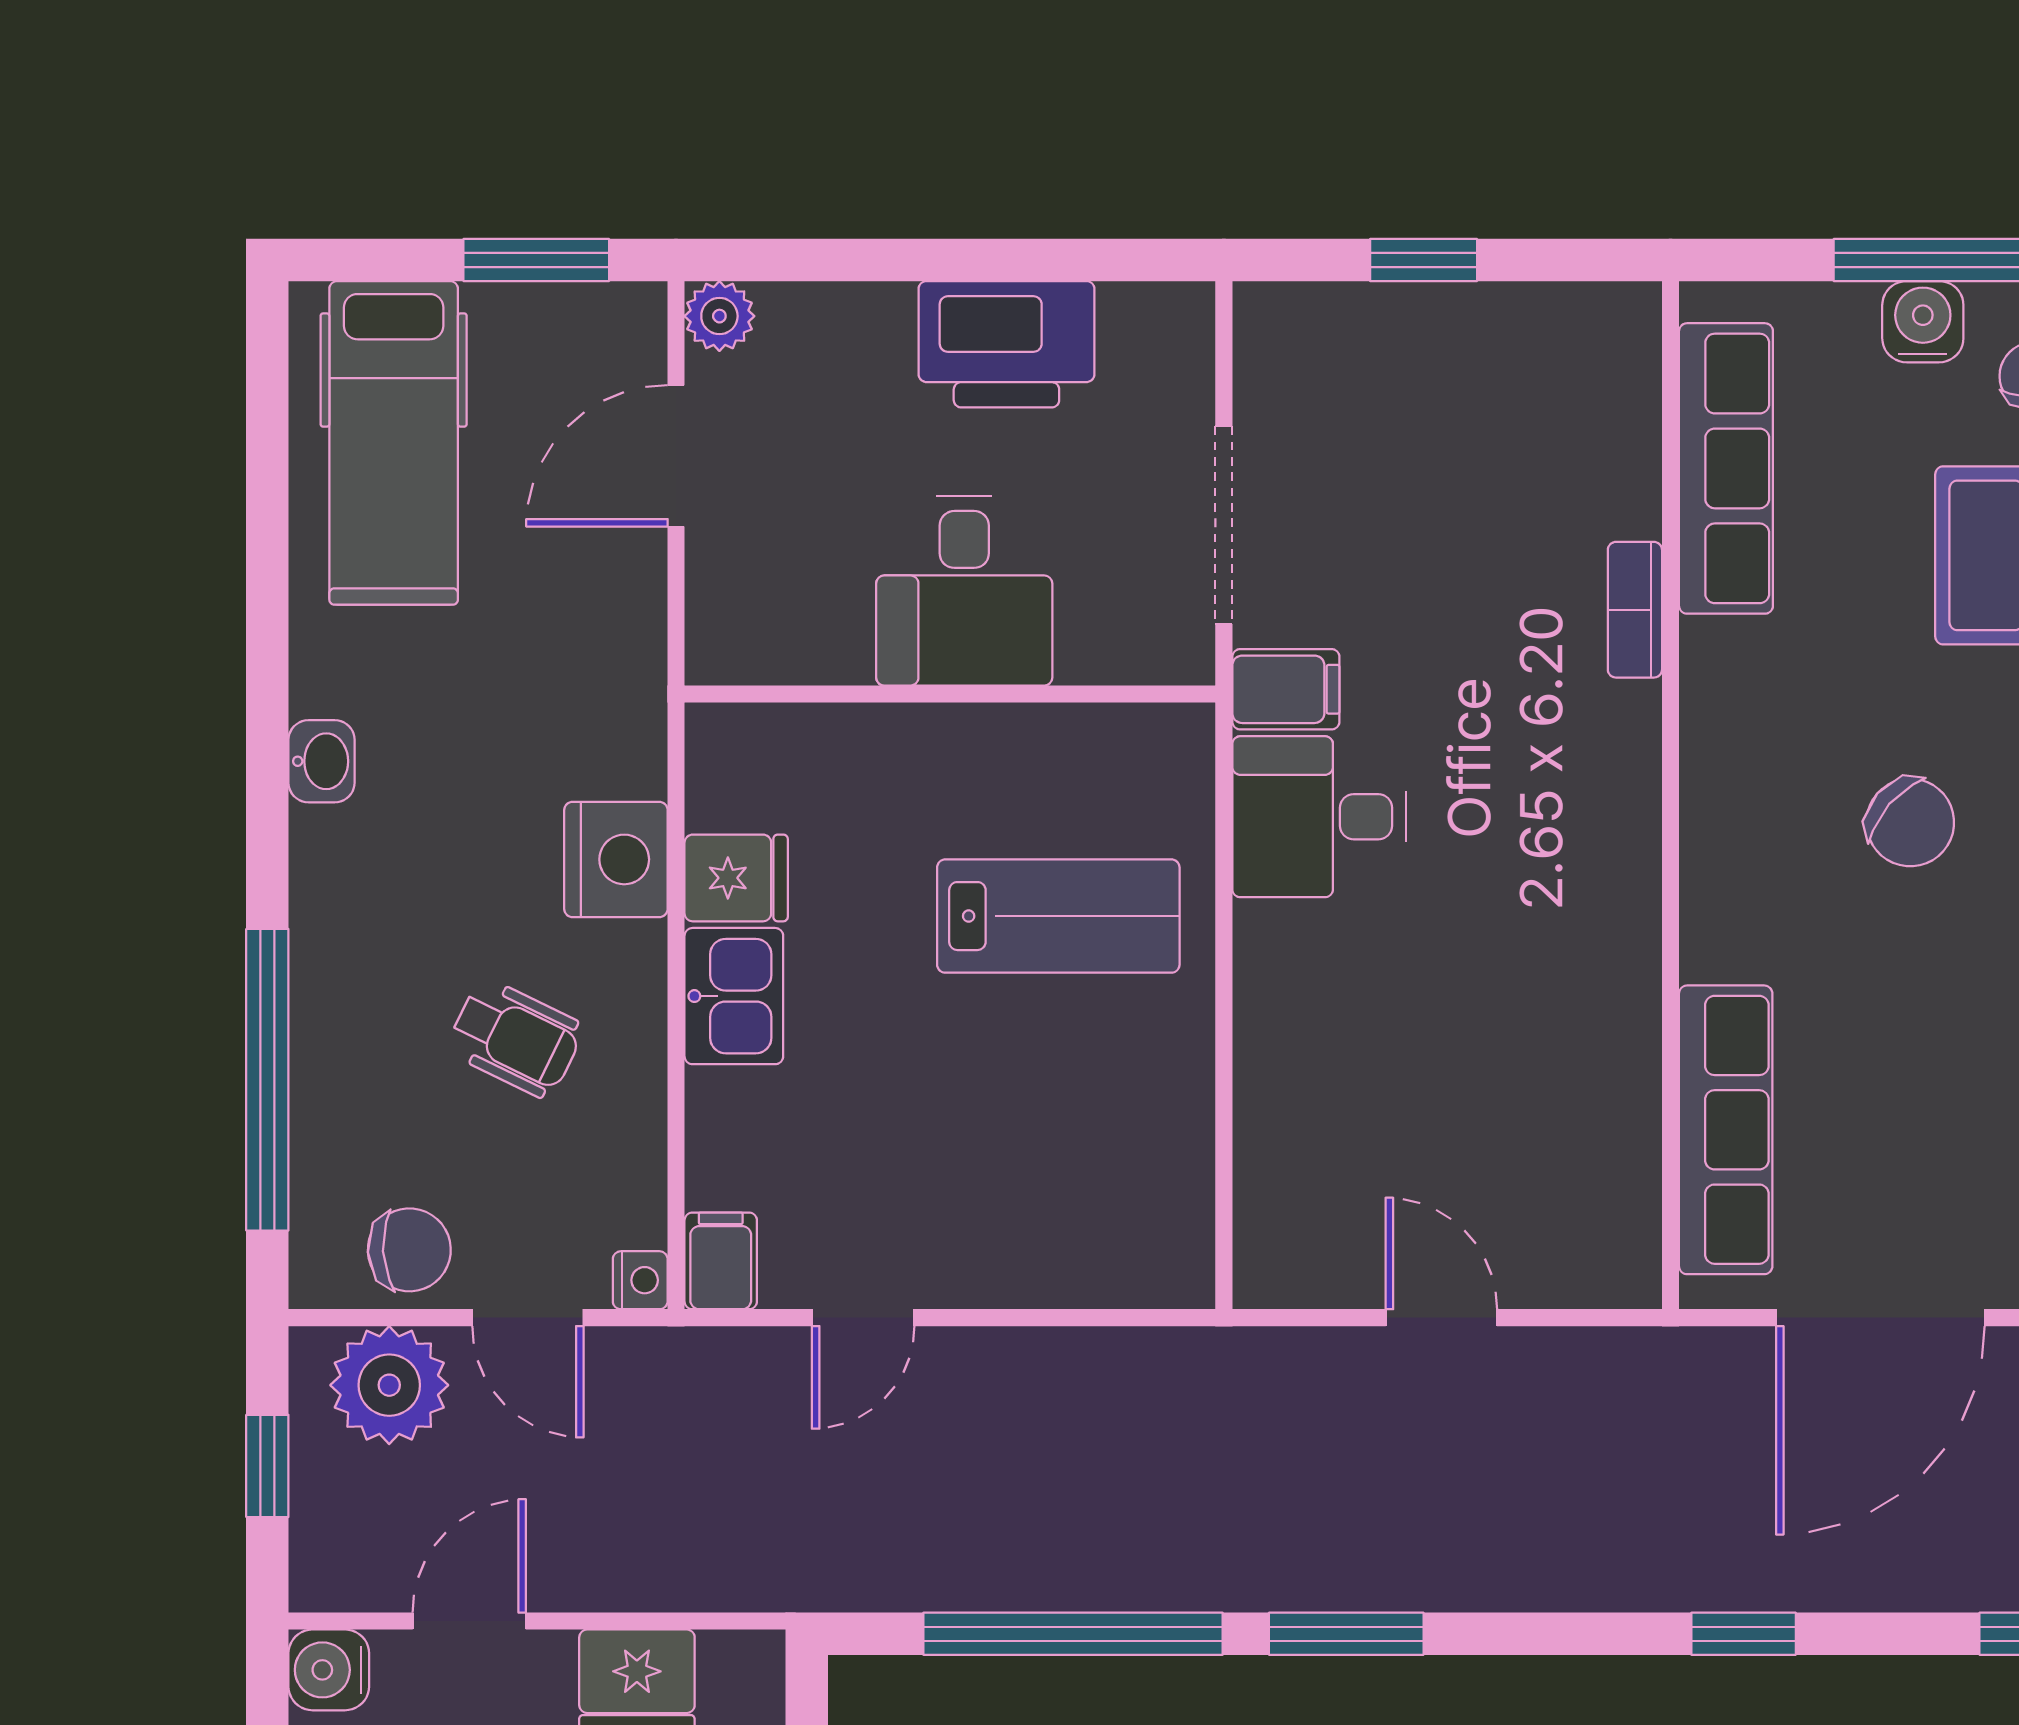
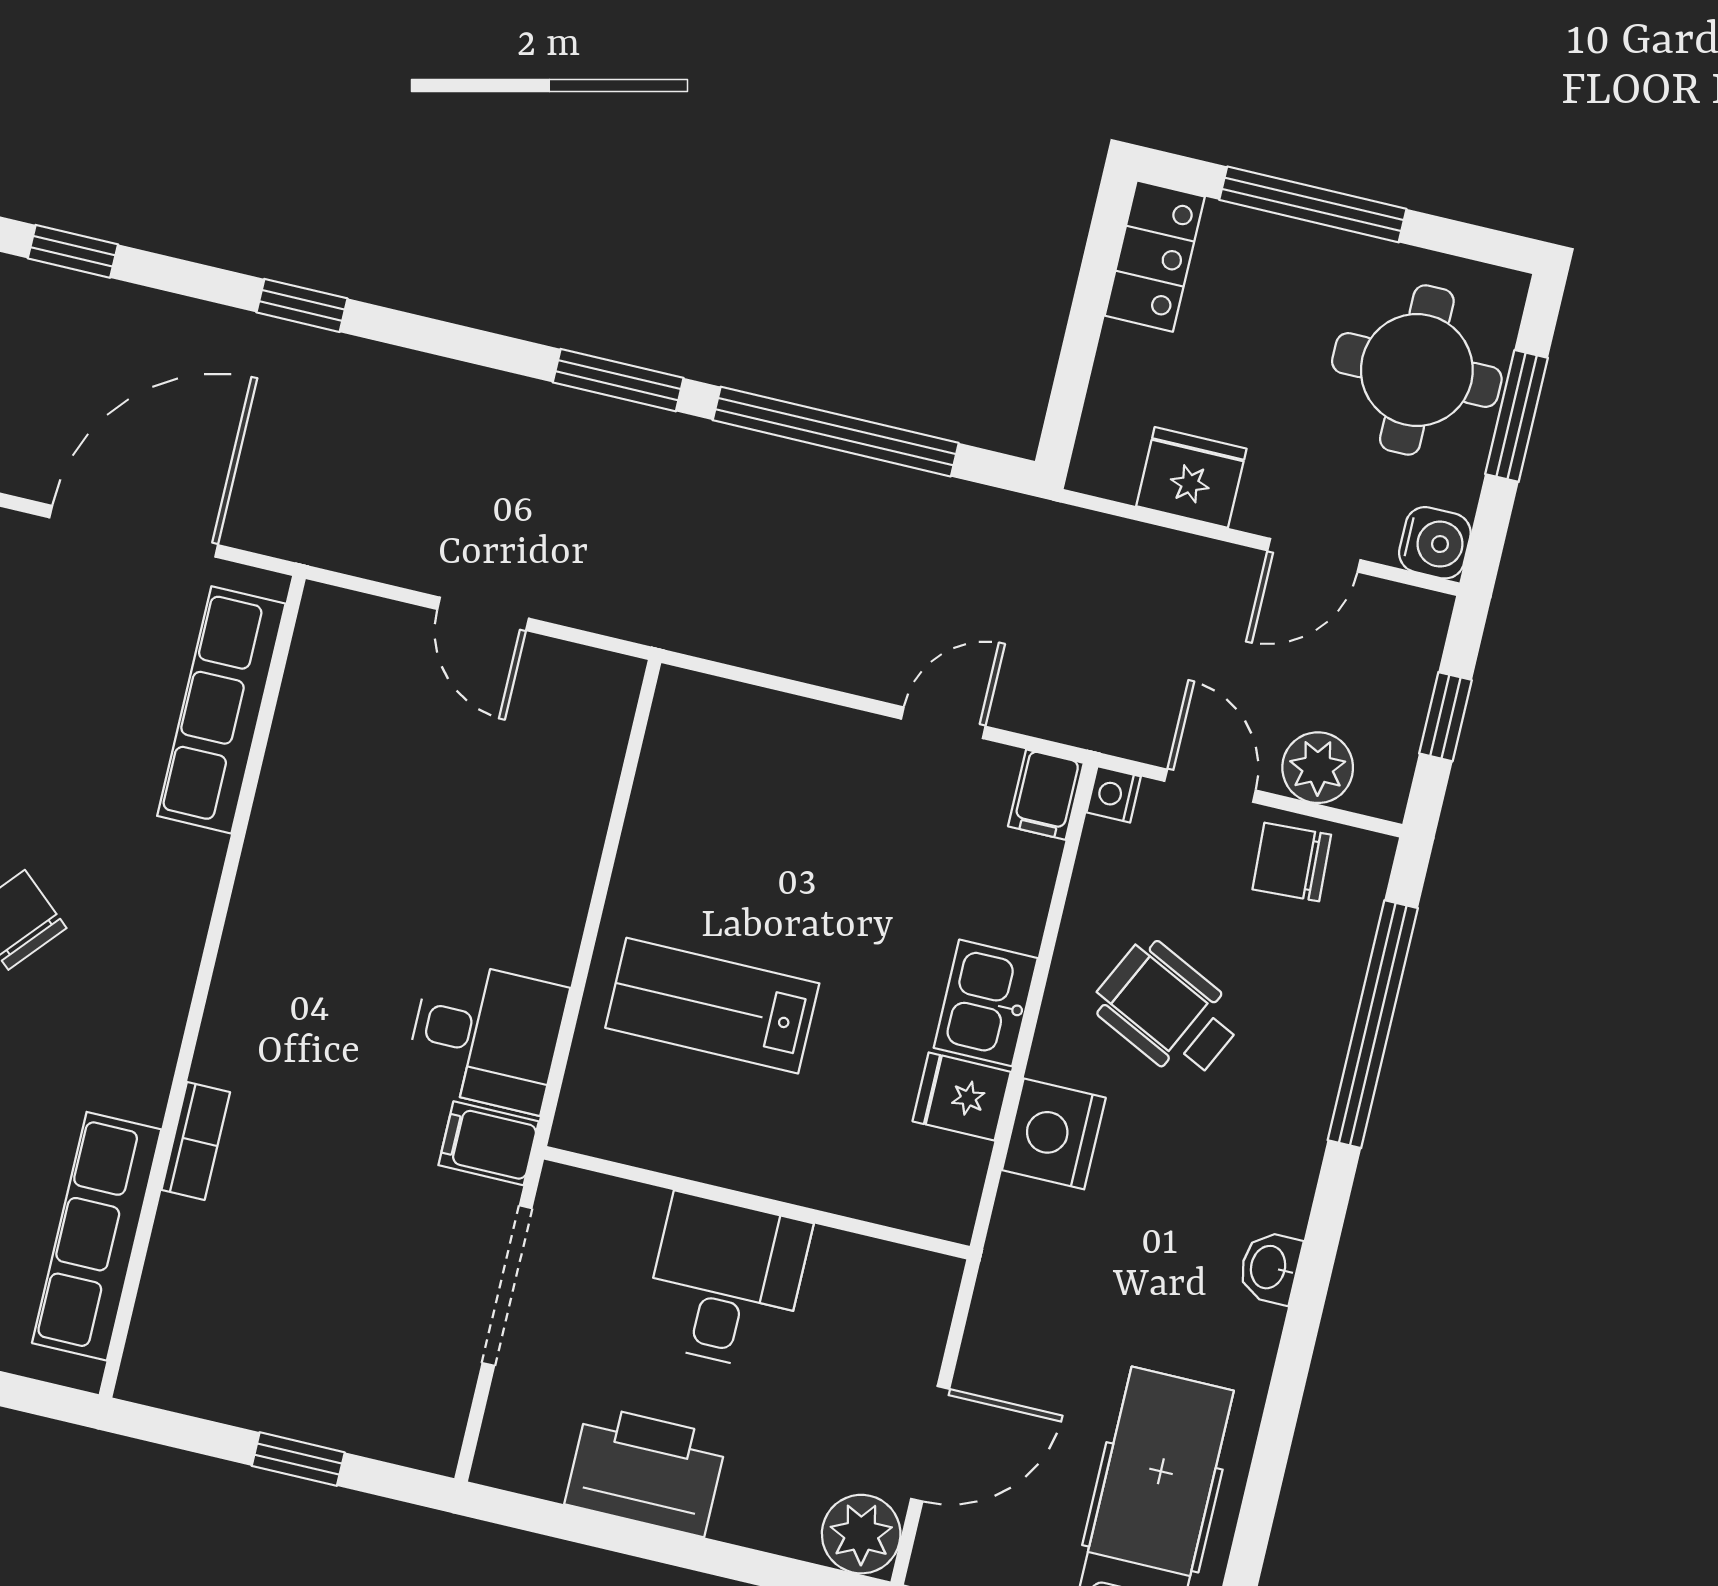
plant: (719, 316) -> (861, 1534), width x1.38, depth x1.38
wheelchair: (515, 1038) -> (1168, 1010), width x1.36, depth x1.37
plant: (389, 1385) -> (1318, 768), width x0.73, depth x0.73

